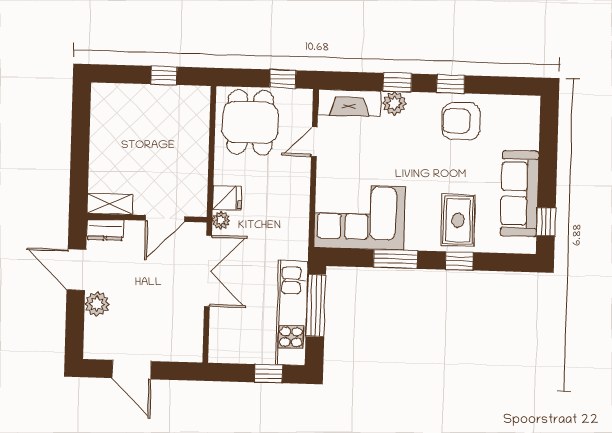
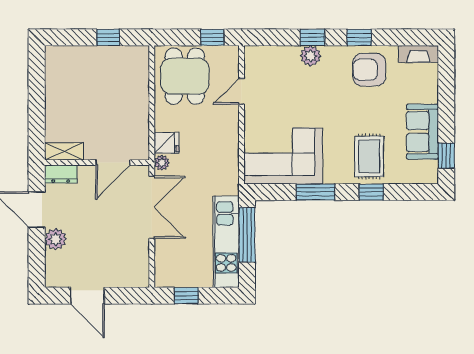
fireplace: (349, 103) -> (418, 54), moved, width x0.73, depth x0.76
sofa: (520, 194) -> (422, 132), width x0.73
window: (269, 374) -> (186, 296), moved

